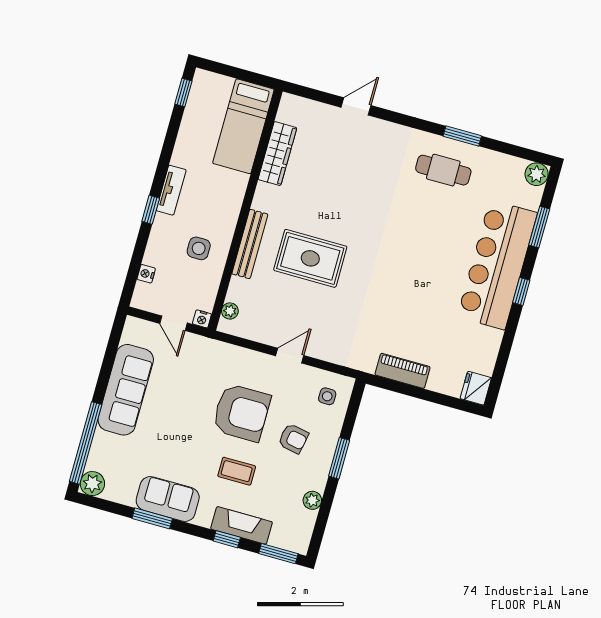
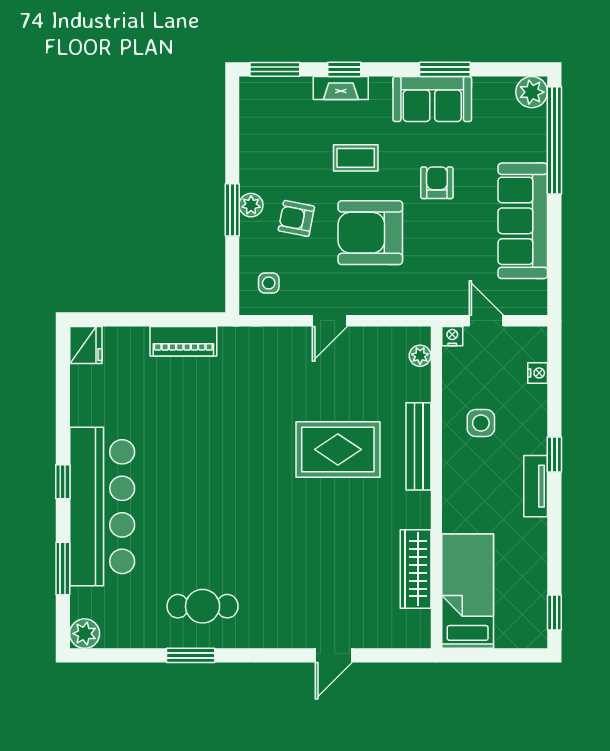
armchair: (182, 436) -> (437, 183), added
plant: (312, 500) -> (251, 205), moved
fireplace: (242, 525) -> (341, 88), width x0.73, depth x0.76

